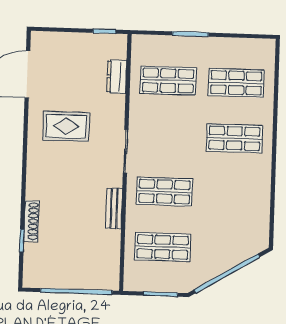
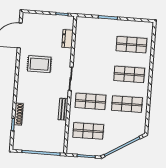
shop shelf: (168, 81) -> (127, 104), moved

